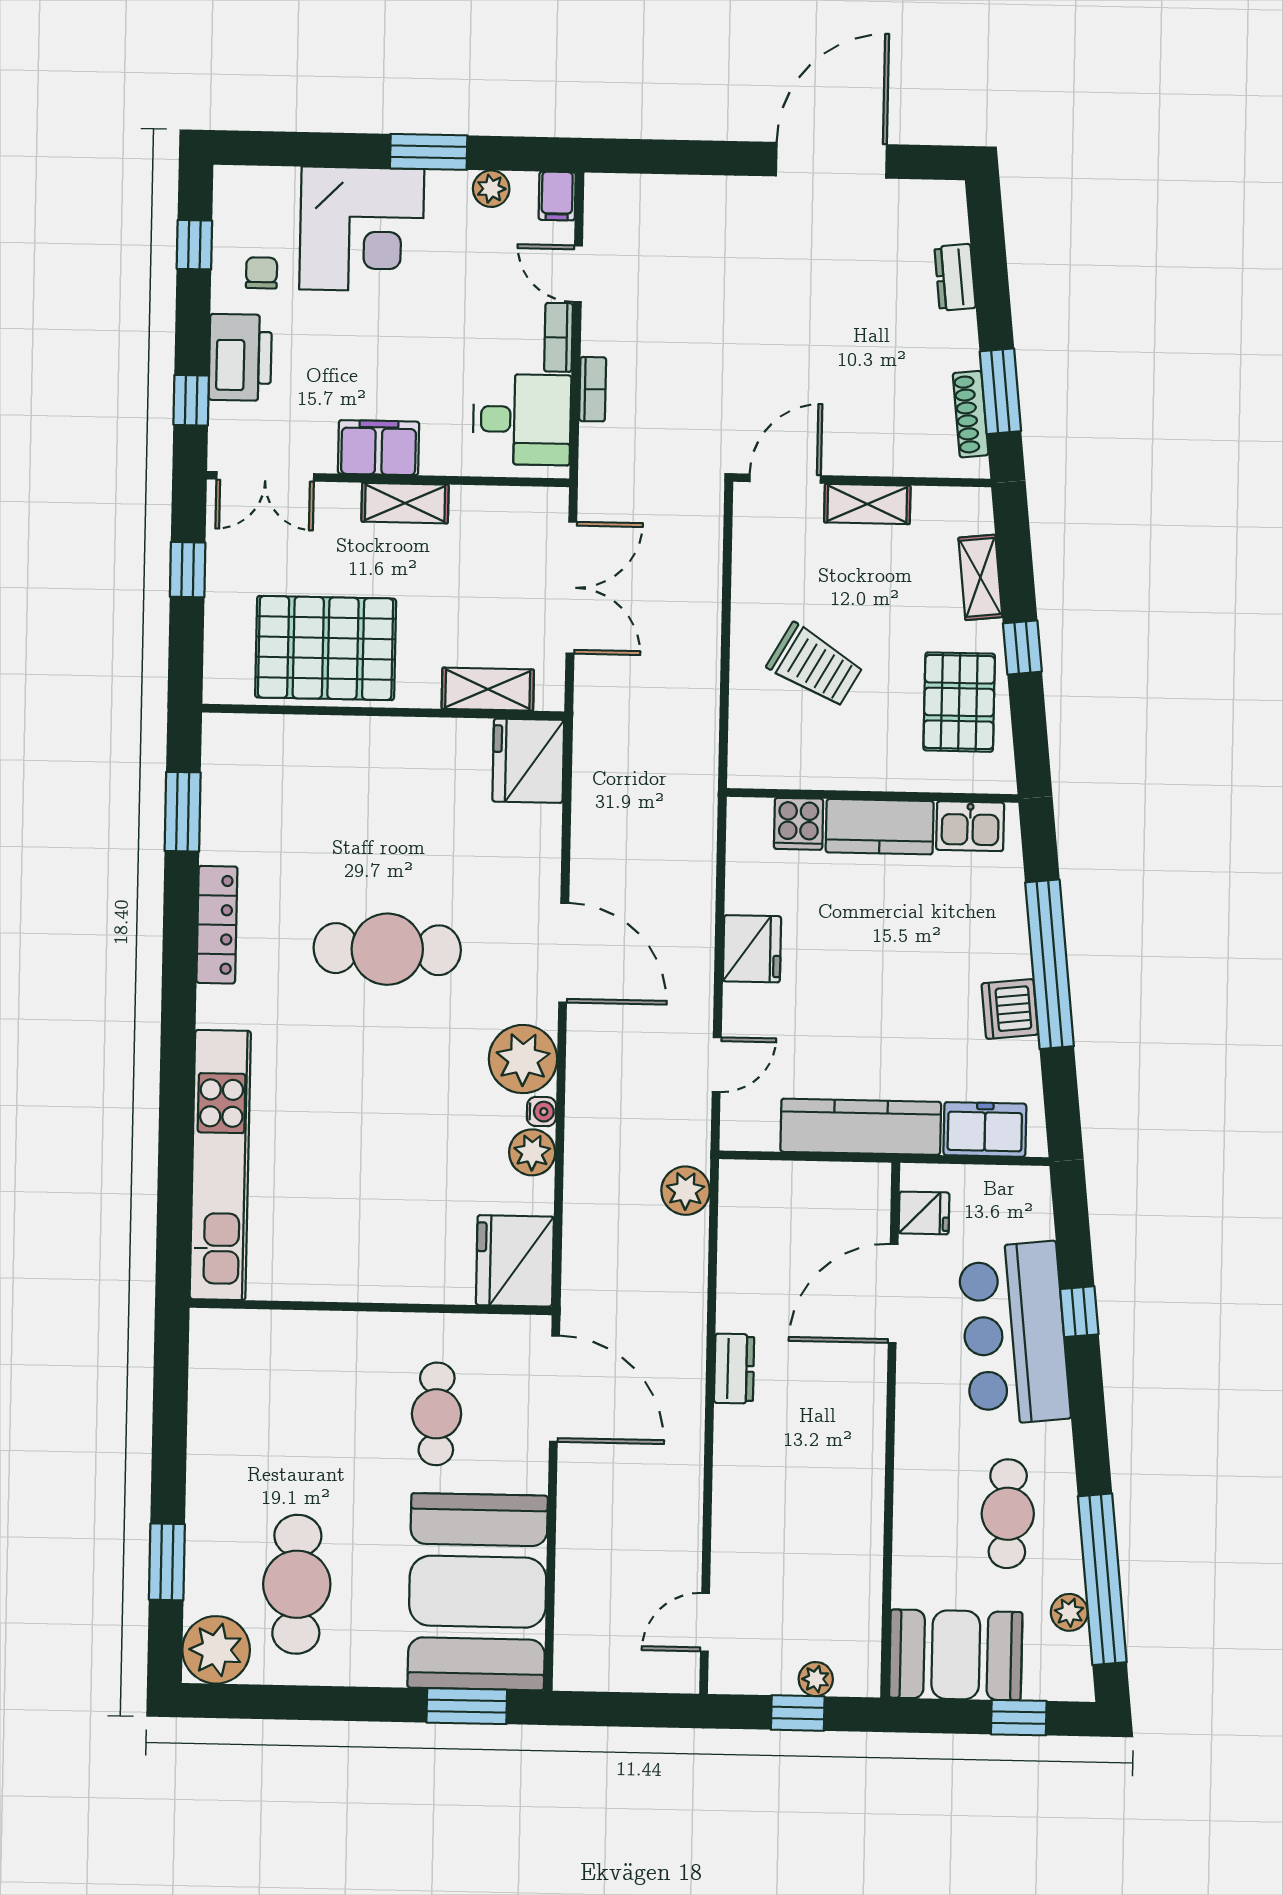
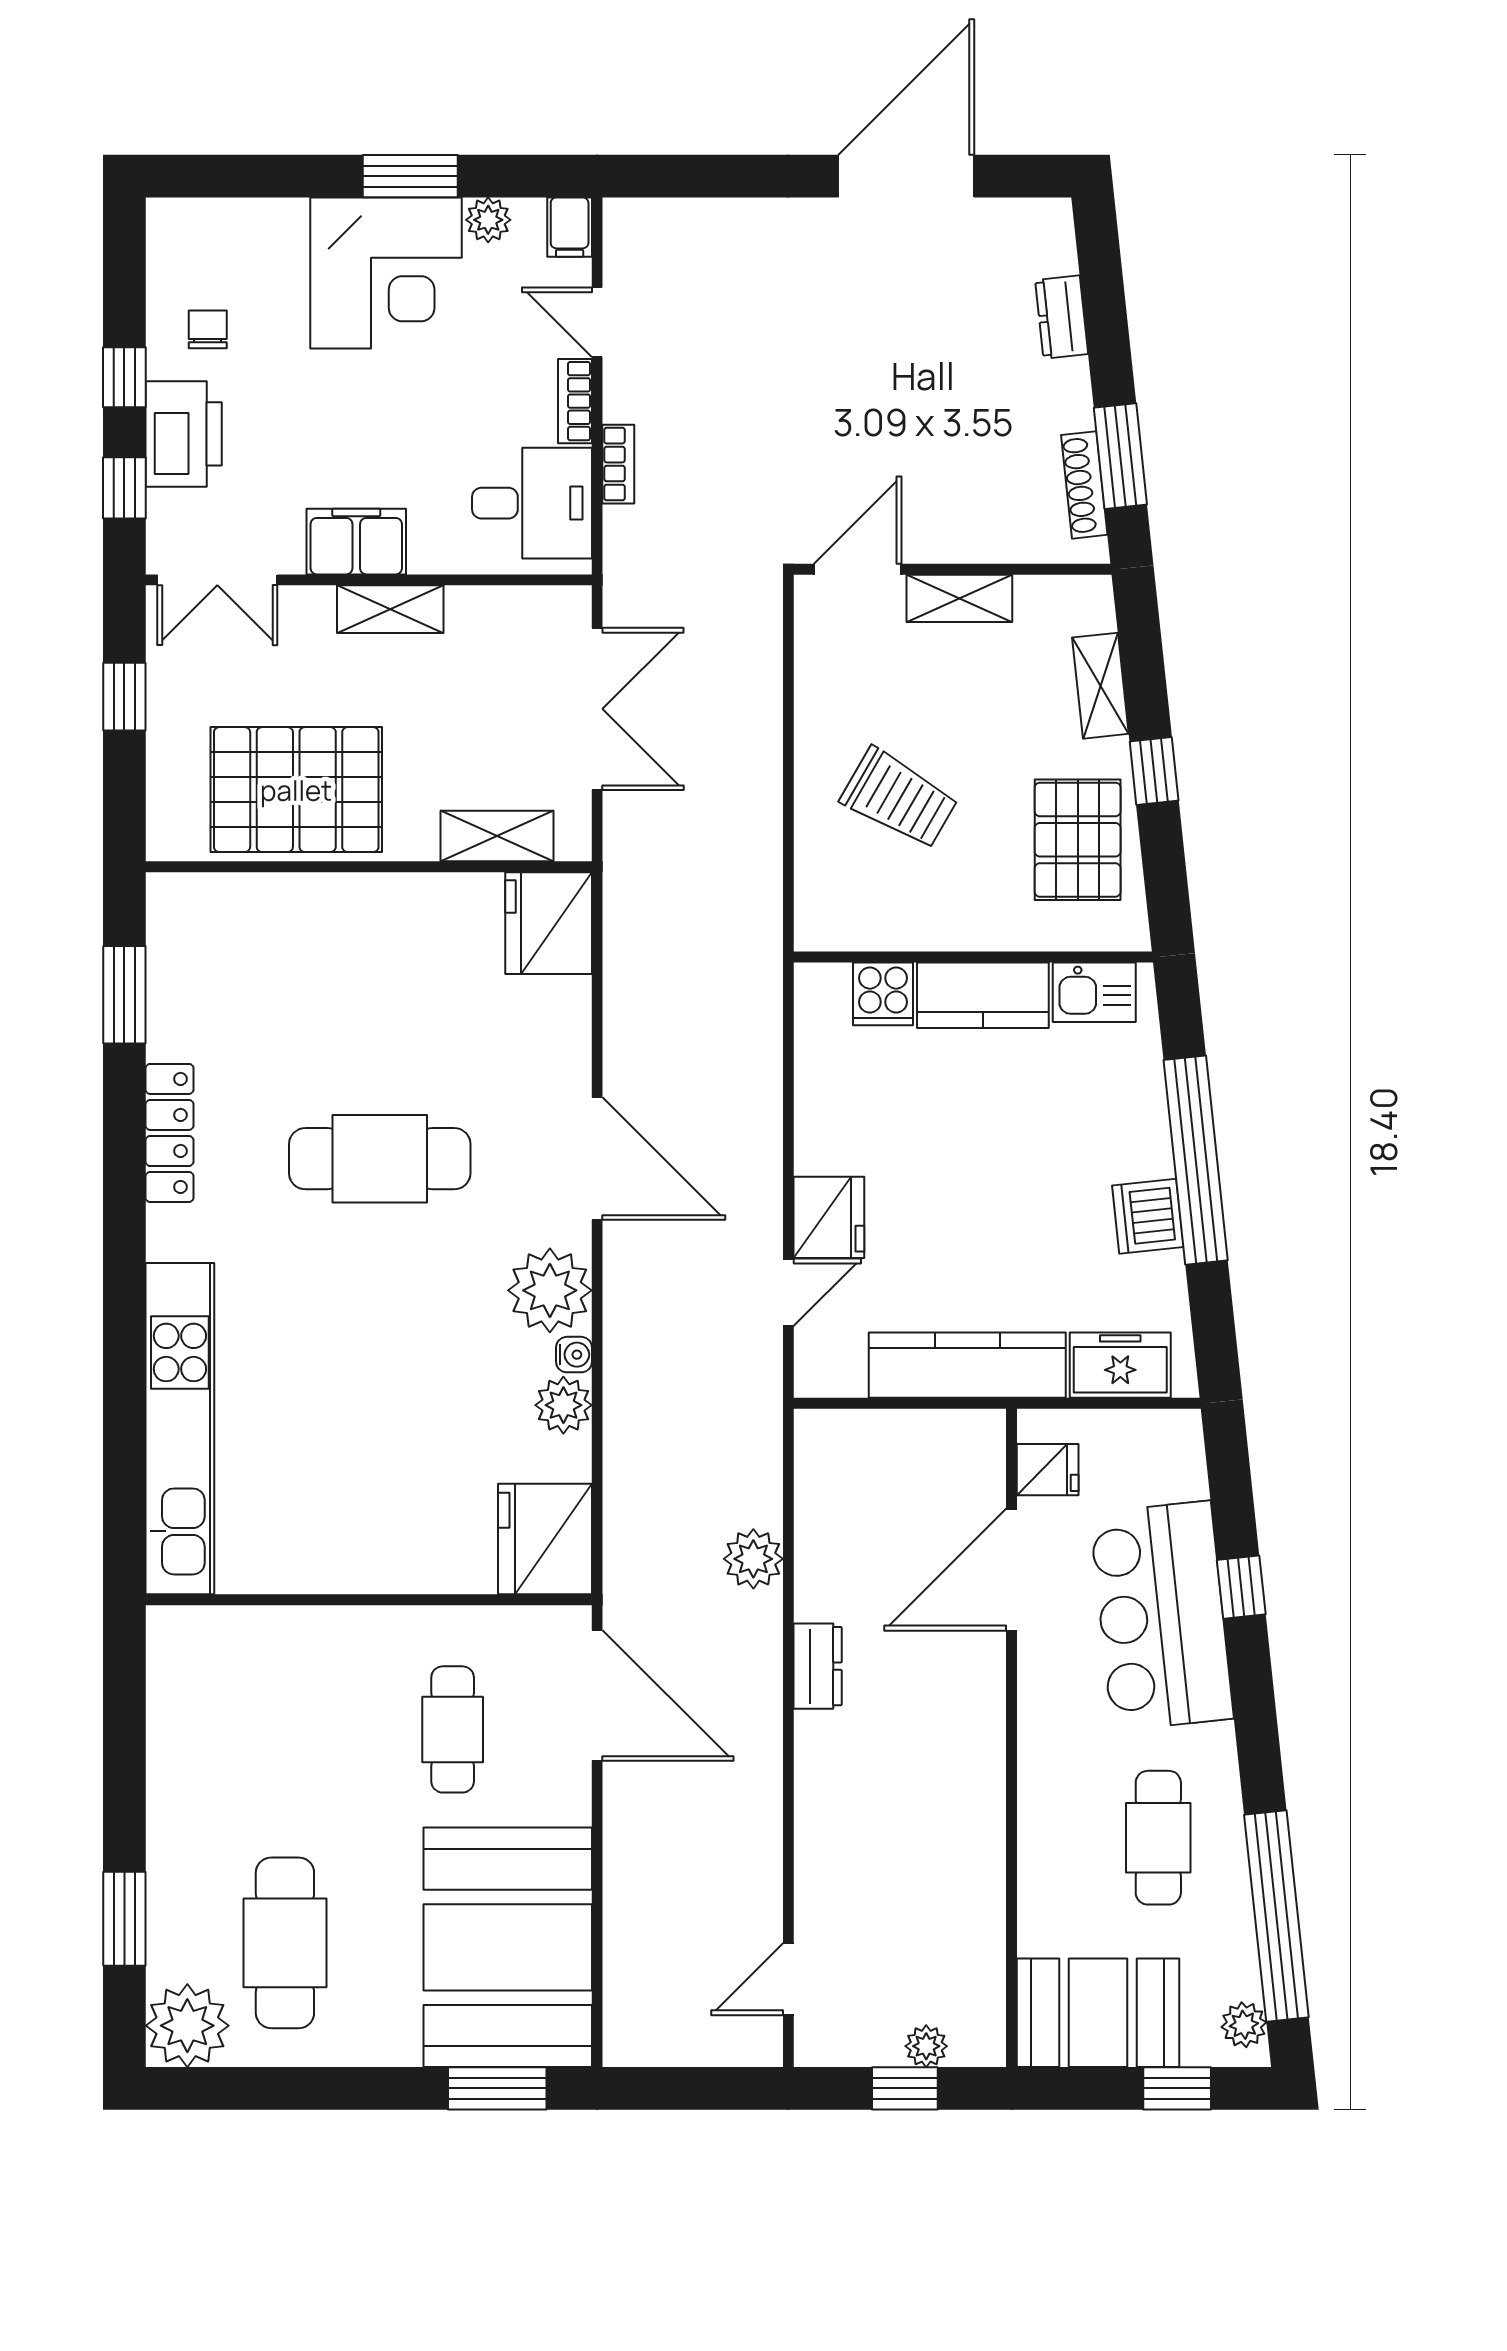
corner desk: (362, 229) -> (386, 273), moved
window: (194, 245) -> (124, 377), moved
fridge: (752, 949) -> (829, 1217), moved
plant: (686, 1191) -> (753, 1559), moved
plant: (1069, 1612) -> (1244, 2025), moved

